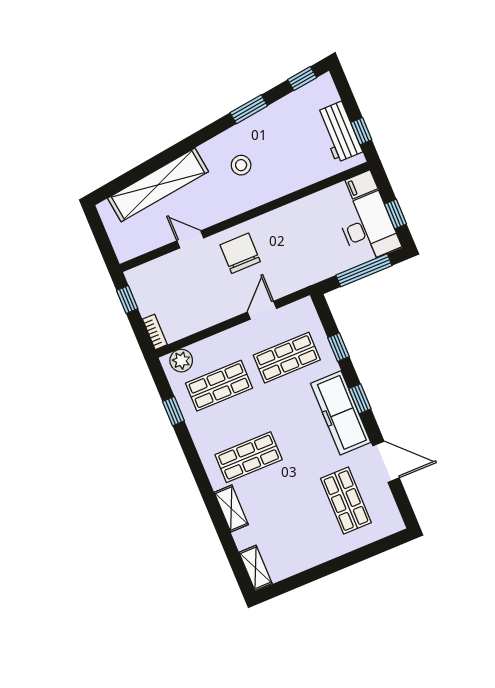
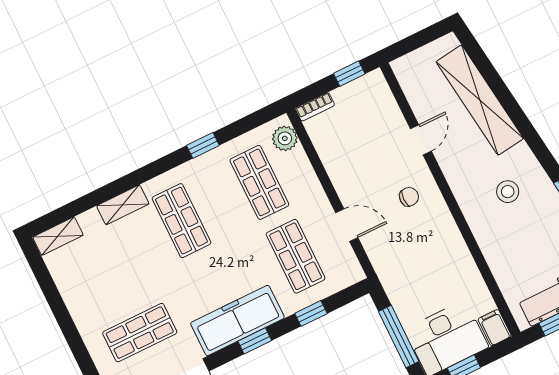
chair: (240, 253) -> (409, 197), width x0.54, depth x0.54
window: (173, 411) -> (203, 145), moved

